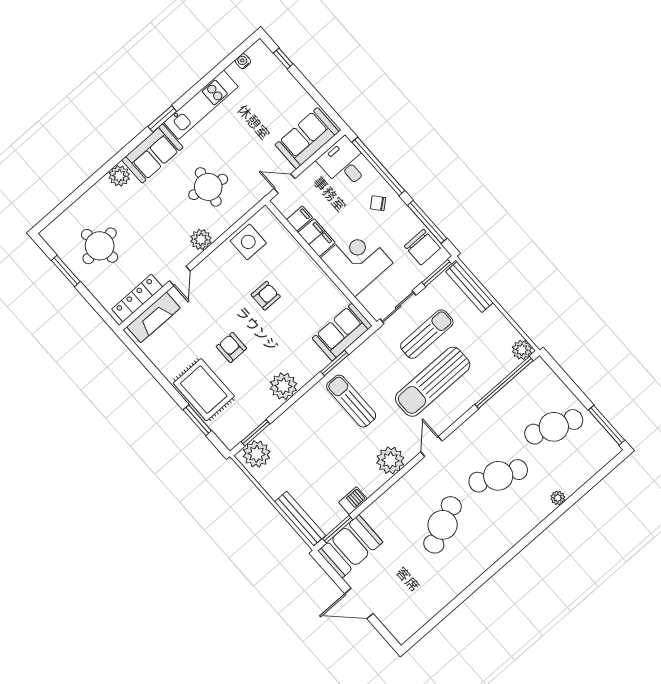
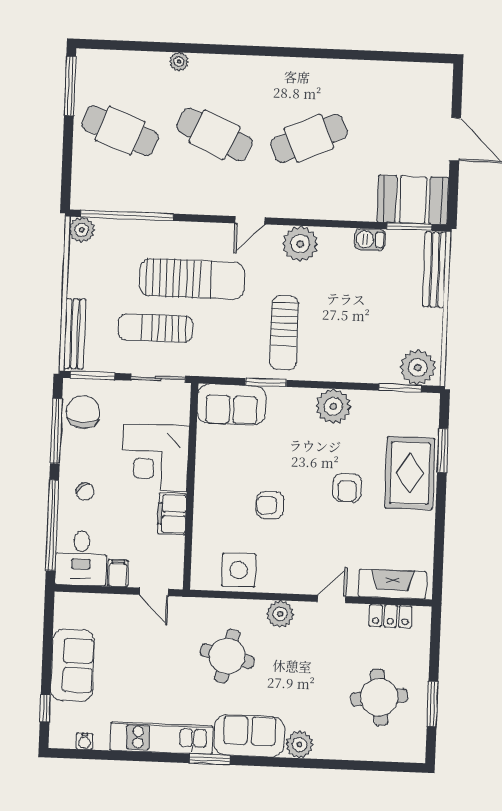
sofa: (307, 138) -> (72, 665), moved, turned -90
filing cabinet: (299, 219) -> (118, 573), moved, turned 90
locker: (137, 298) -> (390, 616), width x0.66

